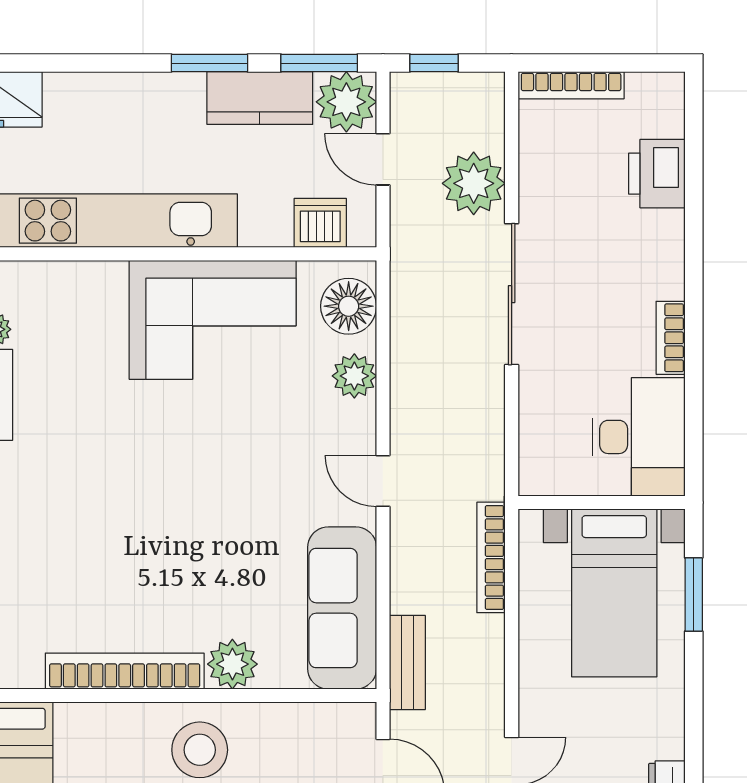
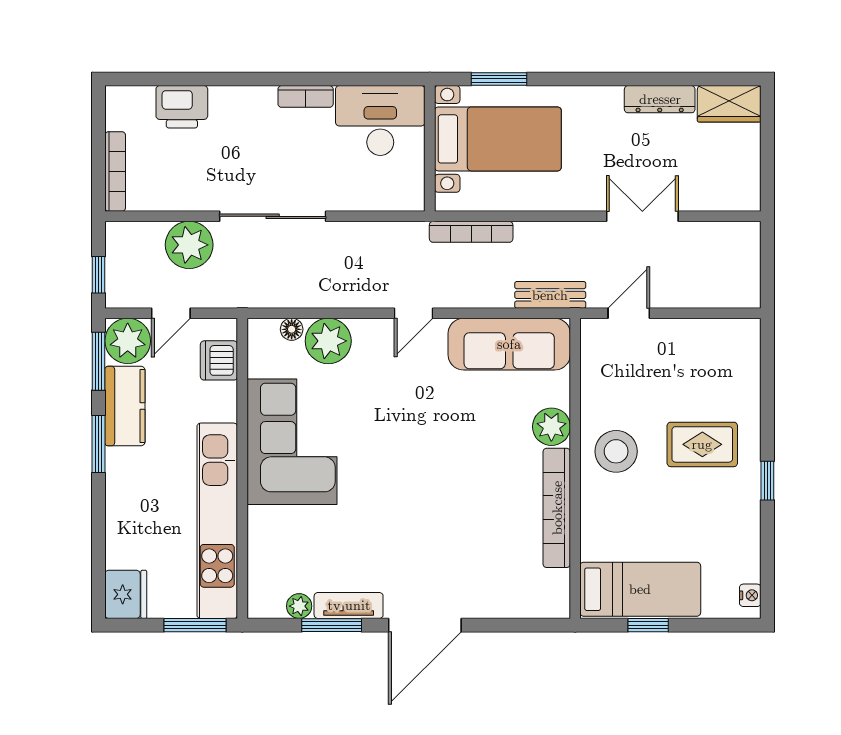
floor lamp: (349, 306) -> (292, 329), width x0.53, depth x0.53
plant: (354, 376) -> (328, 341), width x1.36, depth x1.36

